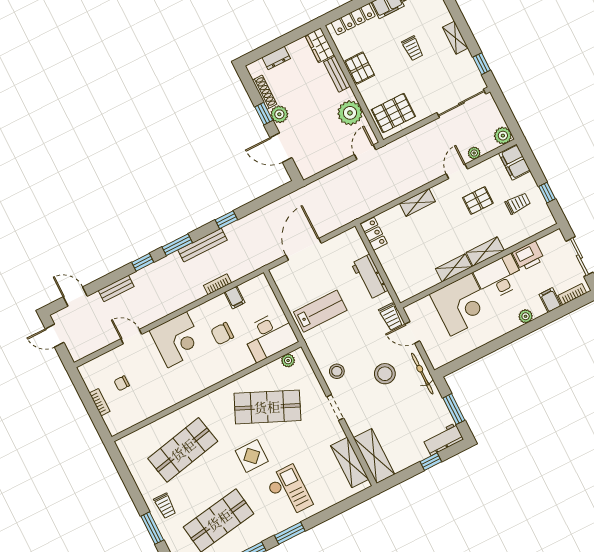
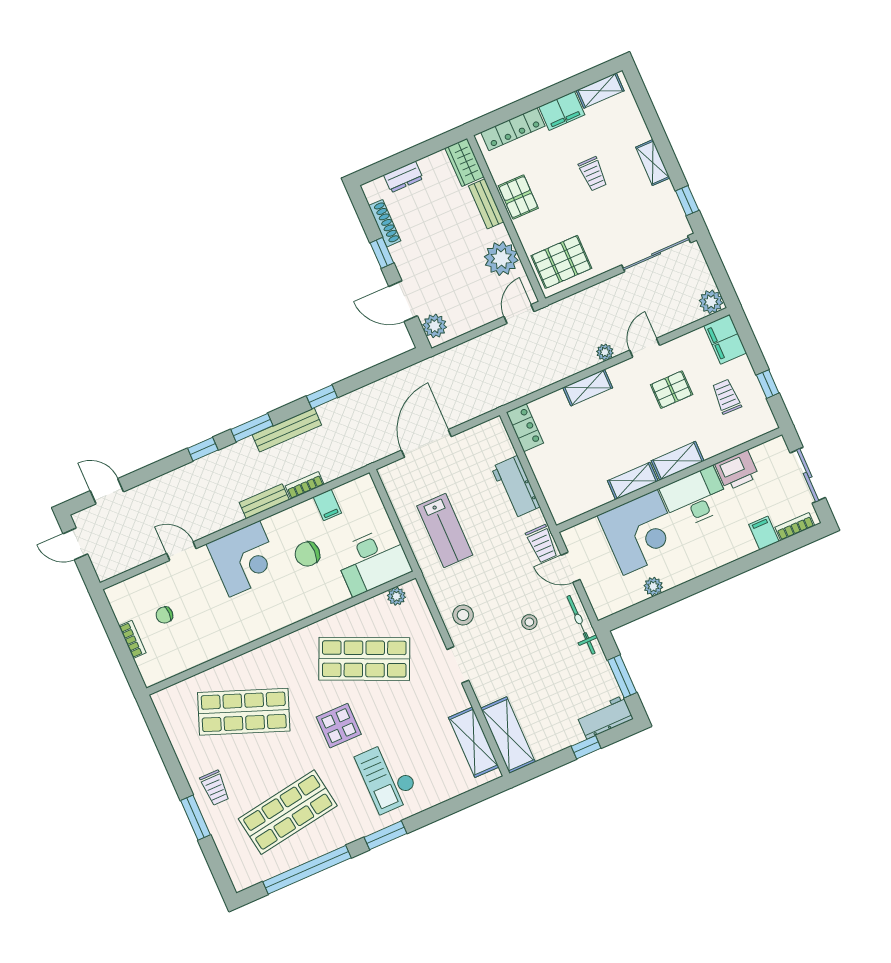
plant: (279, 114) -> (435, 326), moved
plant: (474, 153) -> (605, 352), moved
trolley: (518, 203) -> (727, 397), turned -89
bench: (116, 288) -> (264, 501), moved
lab bench: (320, 311) -> (445, 530), turned 90
plant: (526, 316) -> (653, 586), moved
stool: (385, 374) -> (529, 622), width x0.53, depth x0.53
shop shelf: (183, 450) -> (244, 712), turned 33
checkout: (289, 491) -> (387, 777), turned 180

